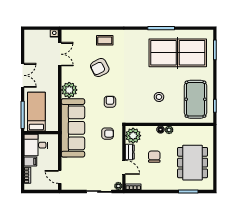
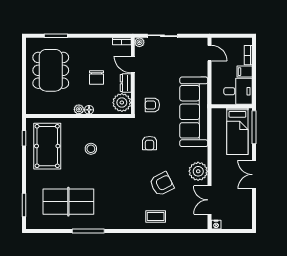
table tennis table: (178, 53) -> (68, 202), width x0.73, depth x0.76
plant: (69, 90) -> (198, 171), moved

